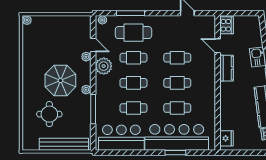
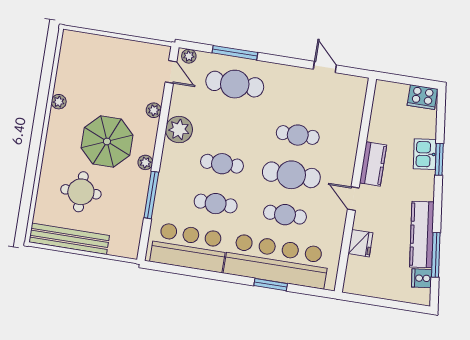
plant: (27, 20) -> (59, 102), moved
cooker: (227, 25) -> (422, 97), moved, turned 90
door: (93, 45) -> (171, 72), moved
door: (218, 46) -> (353, 199), moved
cafe table: (133, 58) -> (228, 124), removed
cafe table: (177, 83) -> (291, 175), width x1.37, depth x1.35
fridge: (227, 138) -> (360, 243), moved
bench: (64, 144) -> (69, 239), moved

